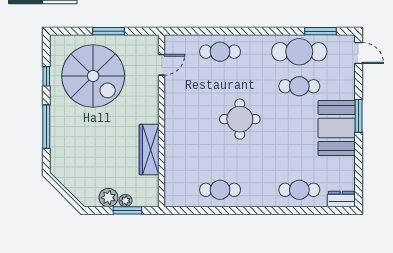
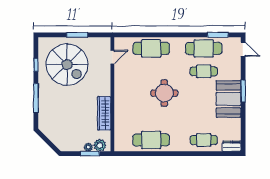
cafe table: (220, 52) -> (151, 48), width x1.37, depth x1.35
cafe table: (220, 190) -> (151, 140), width x1.37, depth x1.35
plant: (108, 198) -> (100, 145), moved

